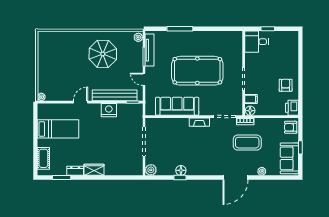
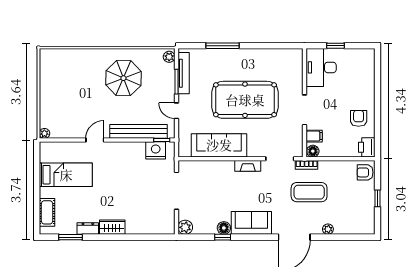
desk: (256, 42) -> (321, 67), width x1.37
nightstand: (109, 110) -> (156, 150), moved
sofa: (289, 158) -> (251, 223), moved, turned 90

